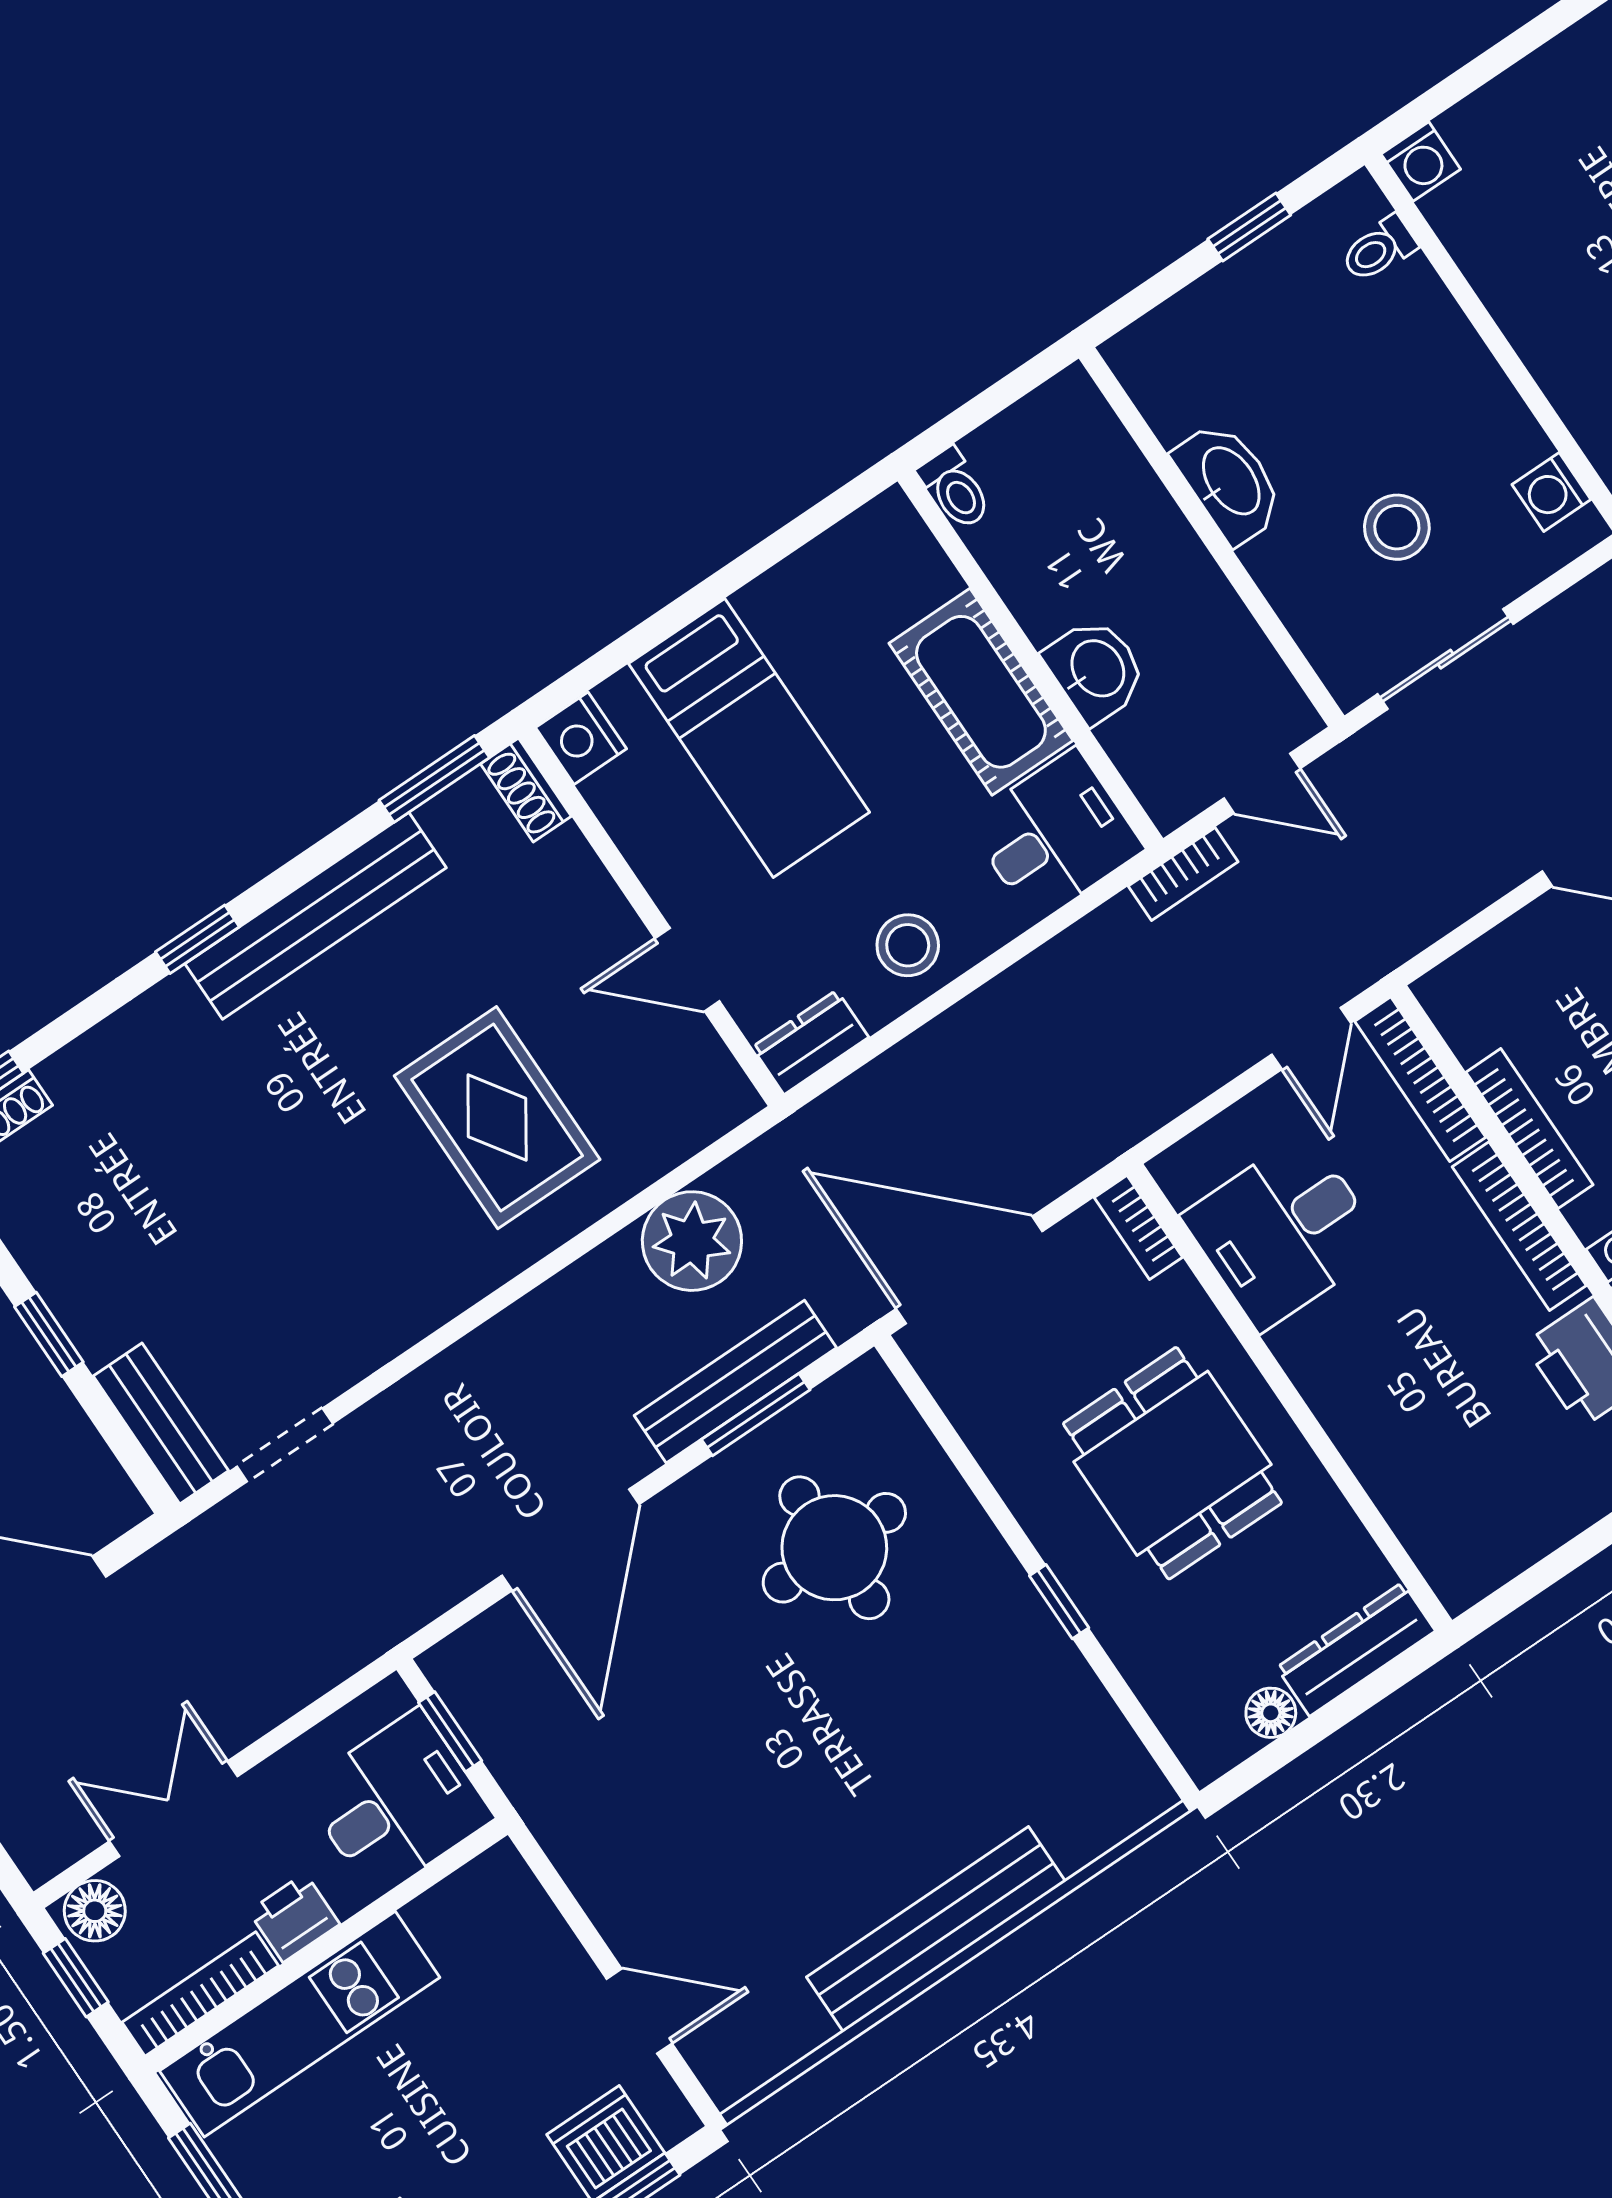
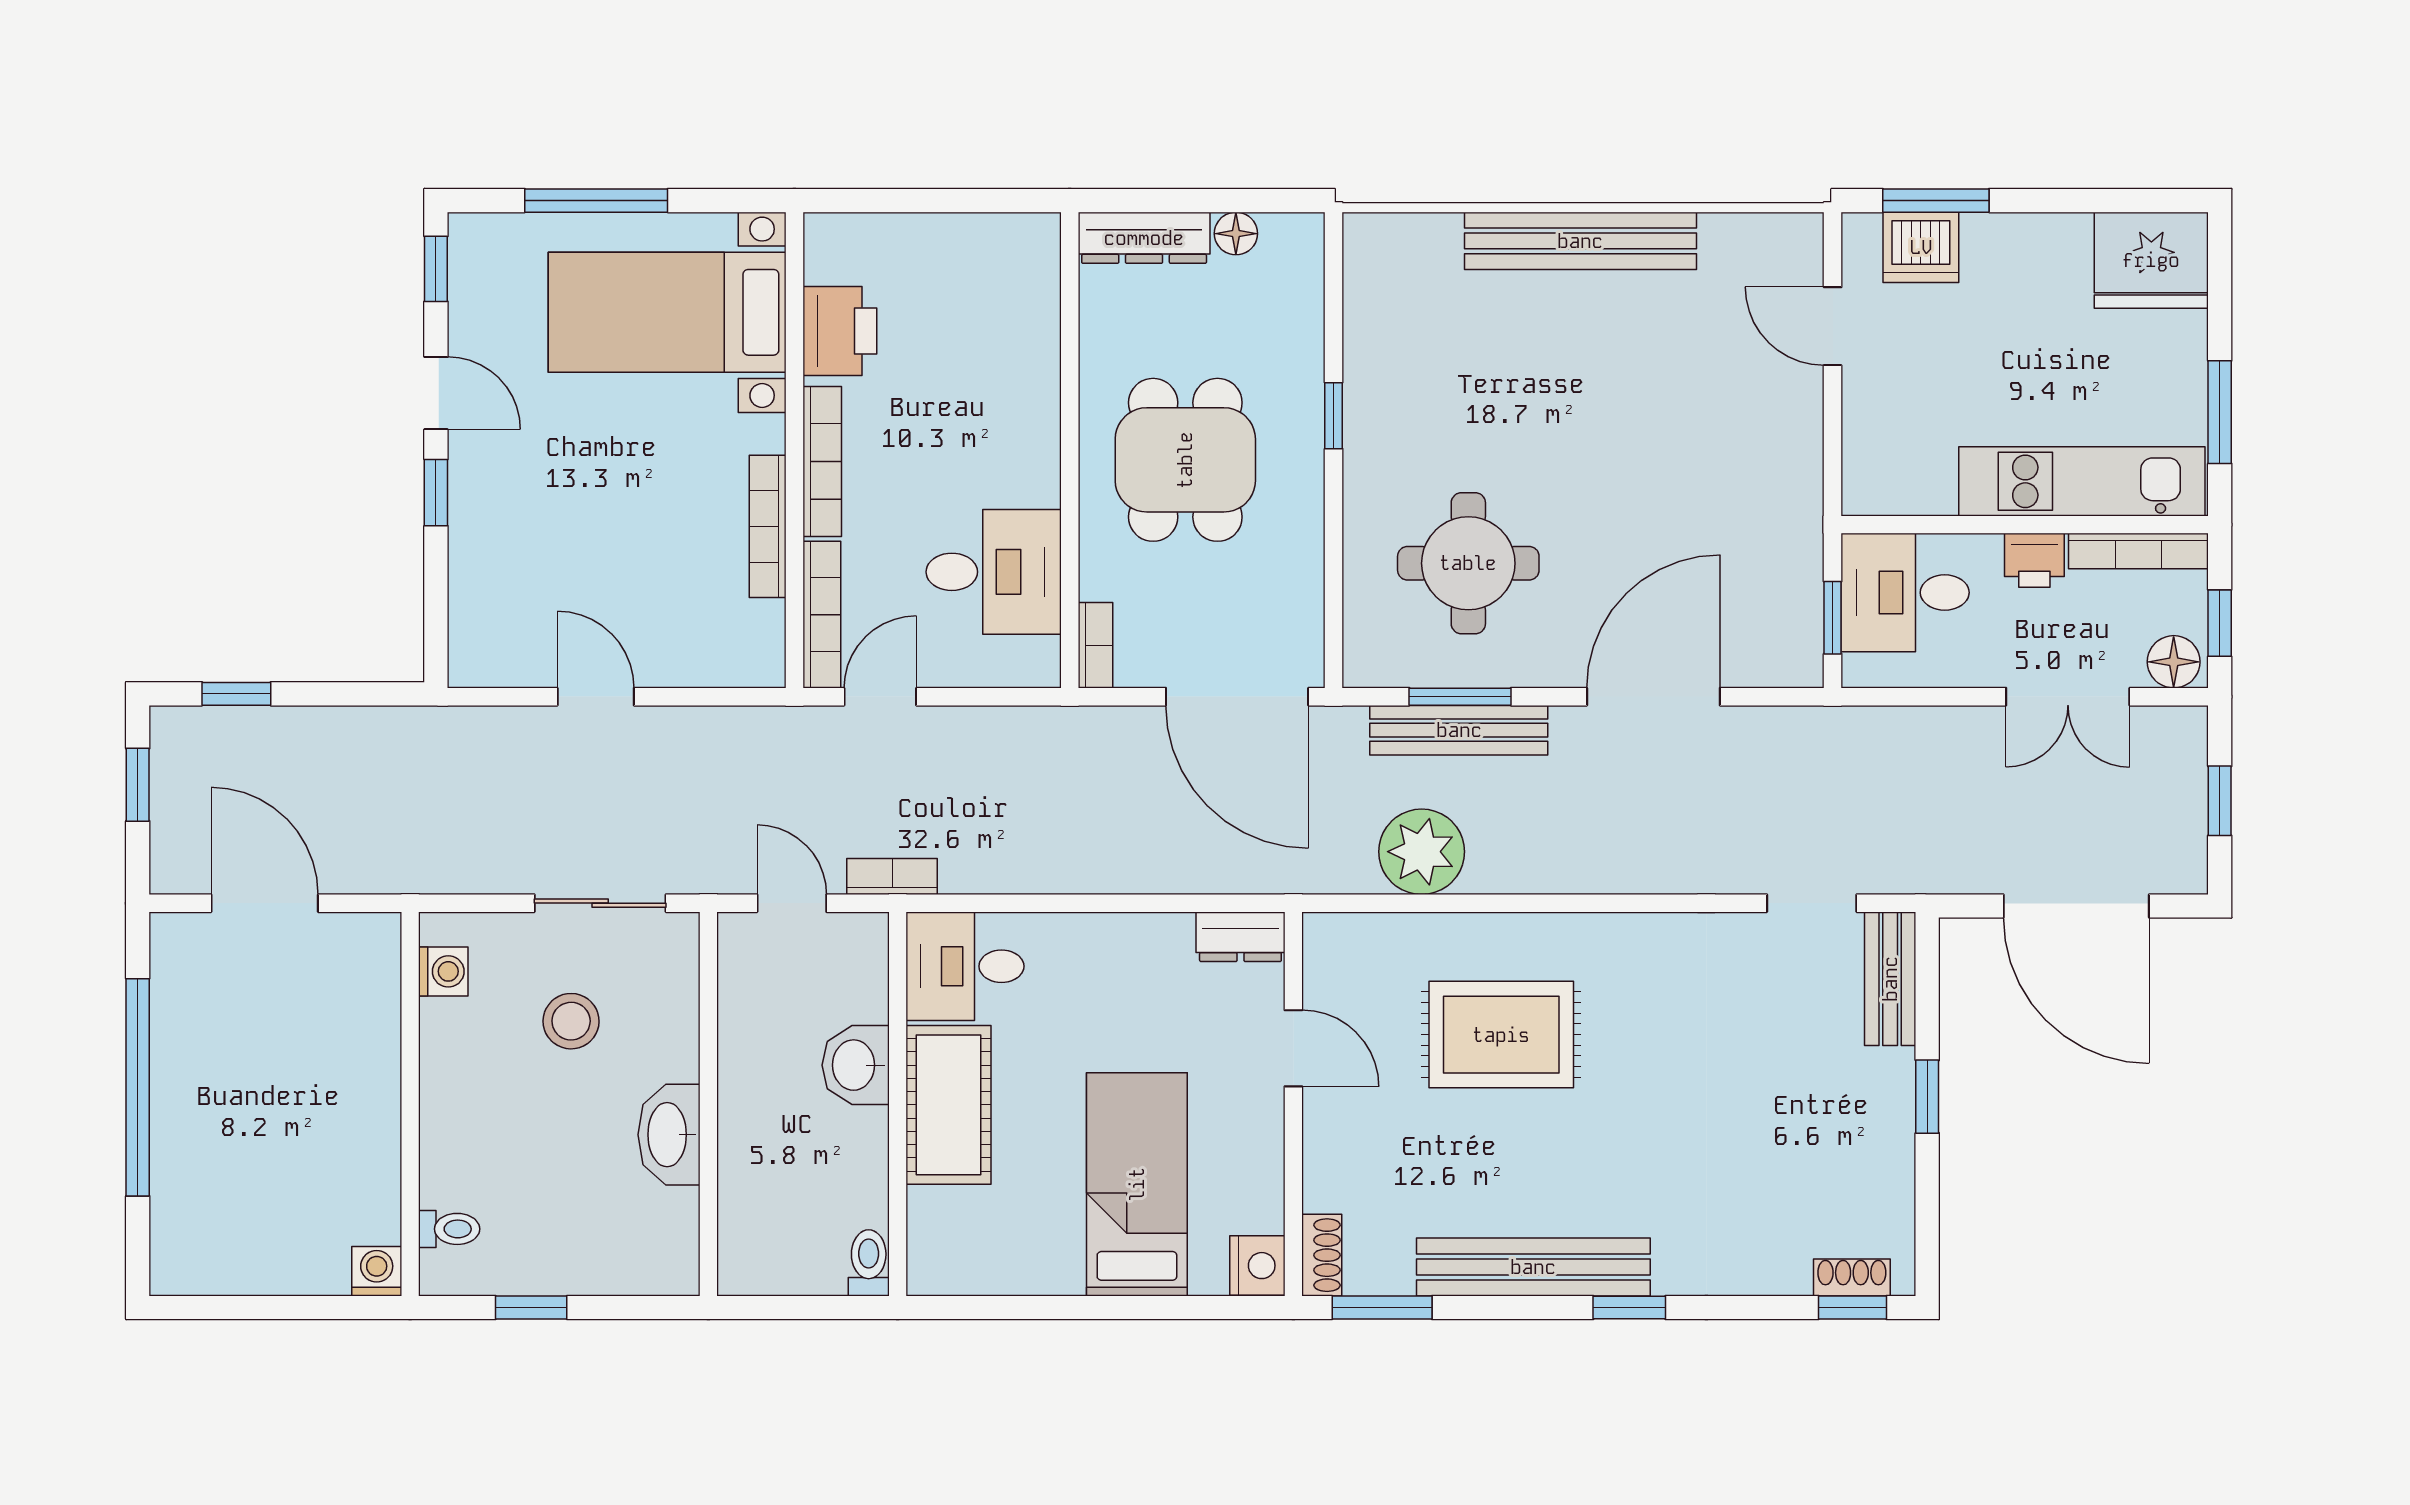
stool: (908, 945) -> (1124, 959), removed
rug: (497, 1118) -> (1501, 1035), turned 90

